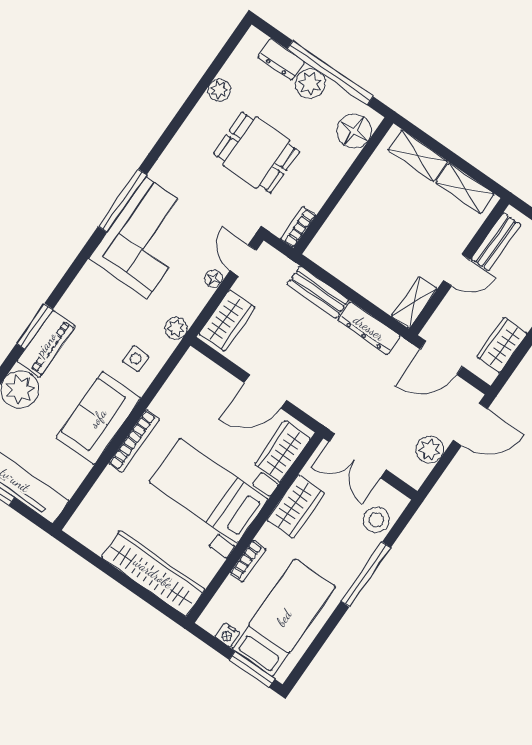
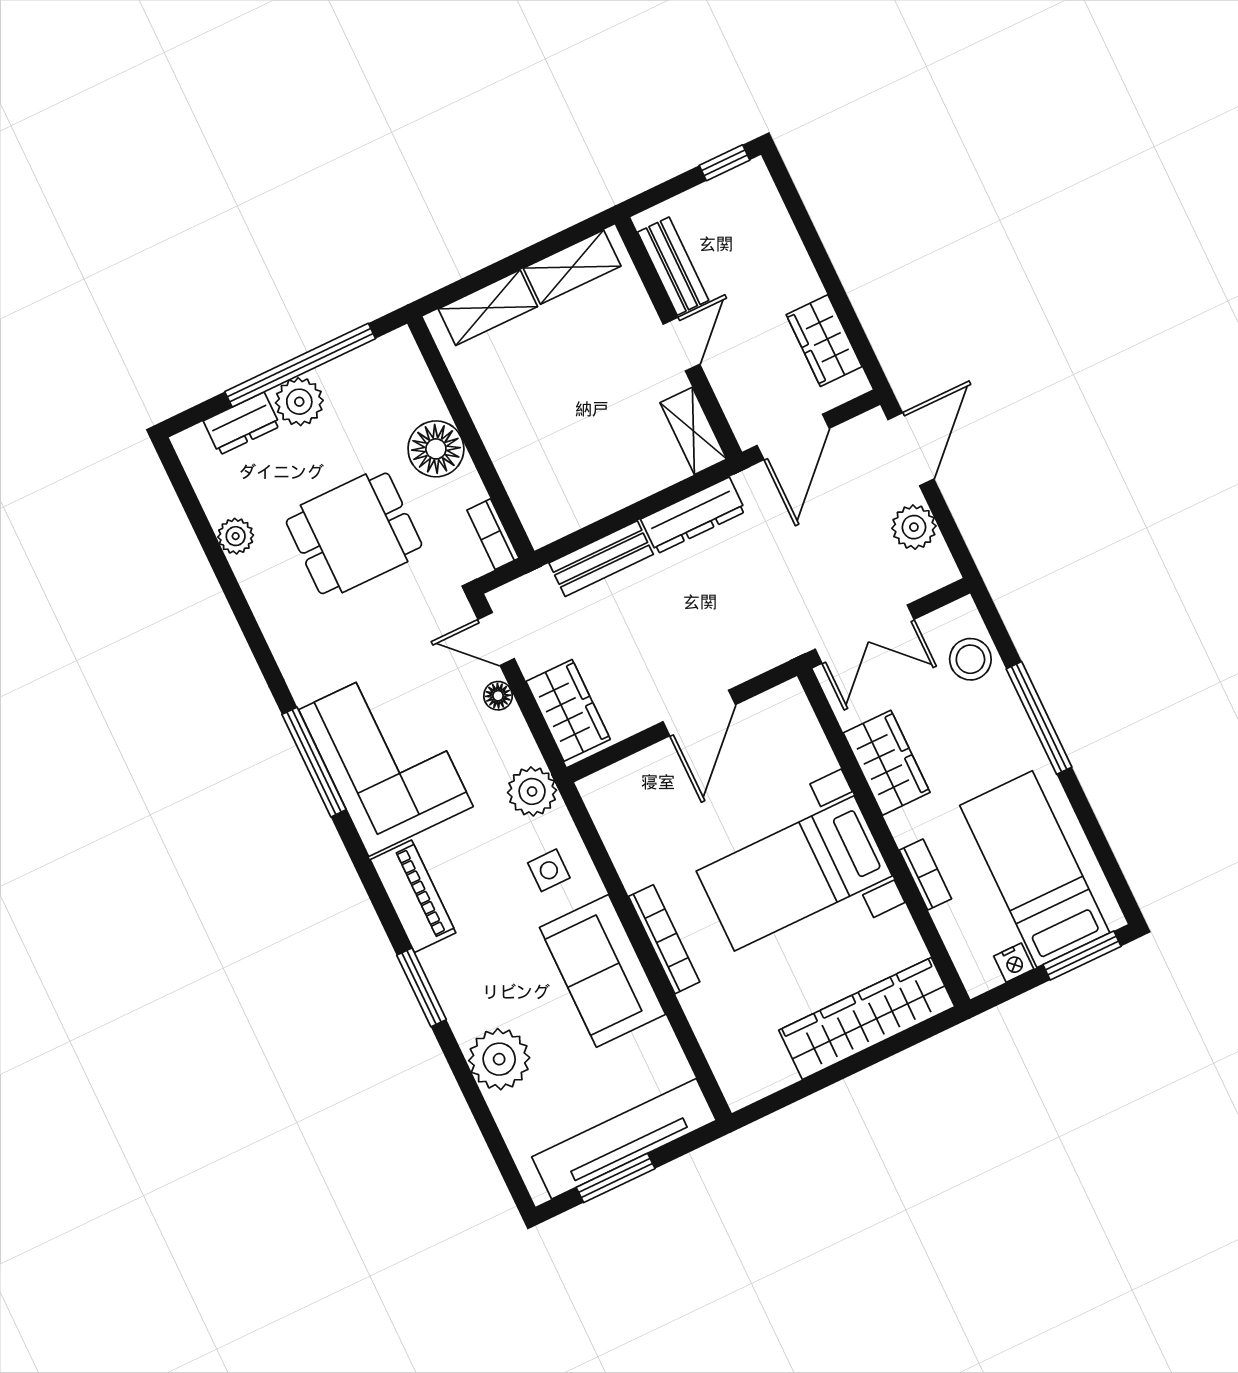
floor lamp: (354, 131) -> (436, 449), moved
plant: (176, 328) -> (532, 791), width x1.38, depth x1.38
piano: (46, 344) -> (413, 896), moved
wardrobe: (282, 451) -> (798, 737), removed

